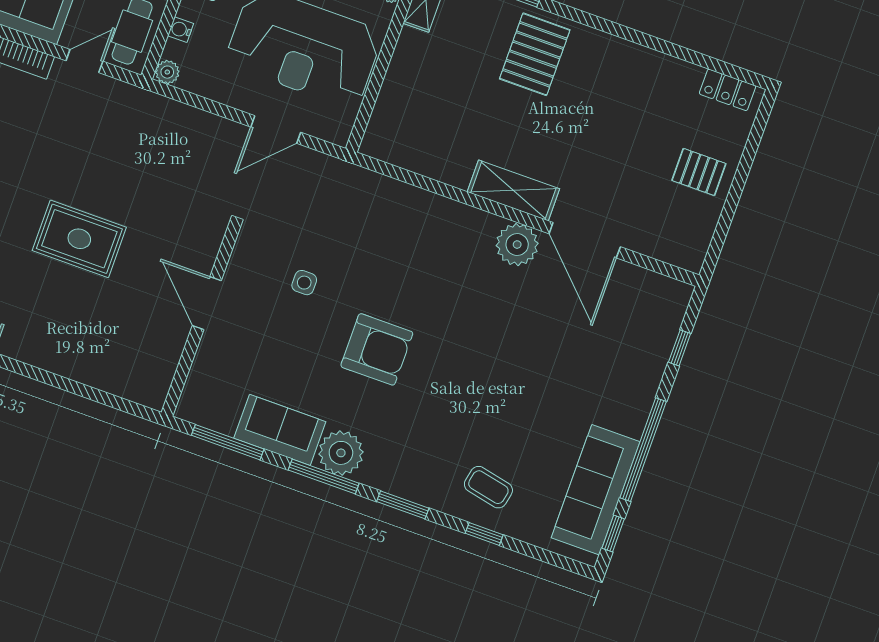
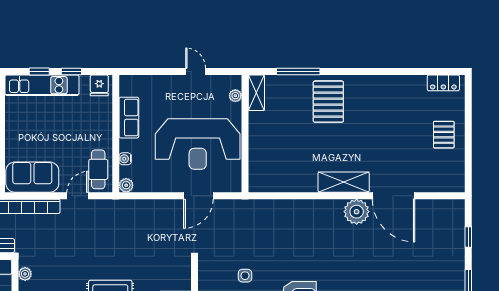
pallet: (699, 172) -> (444, 135), turned 90

